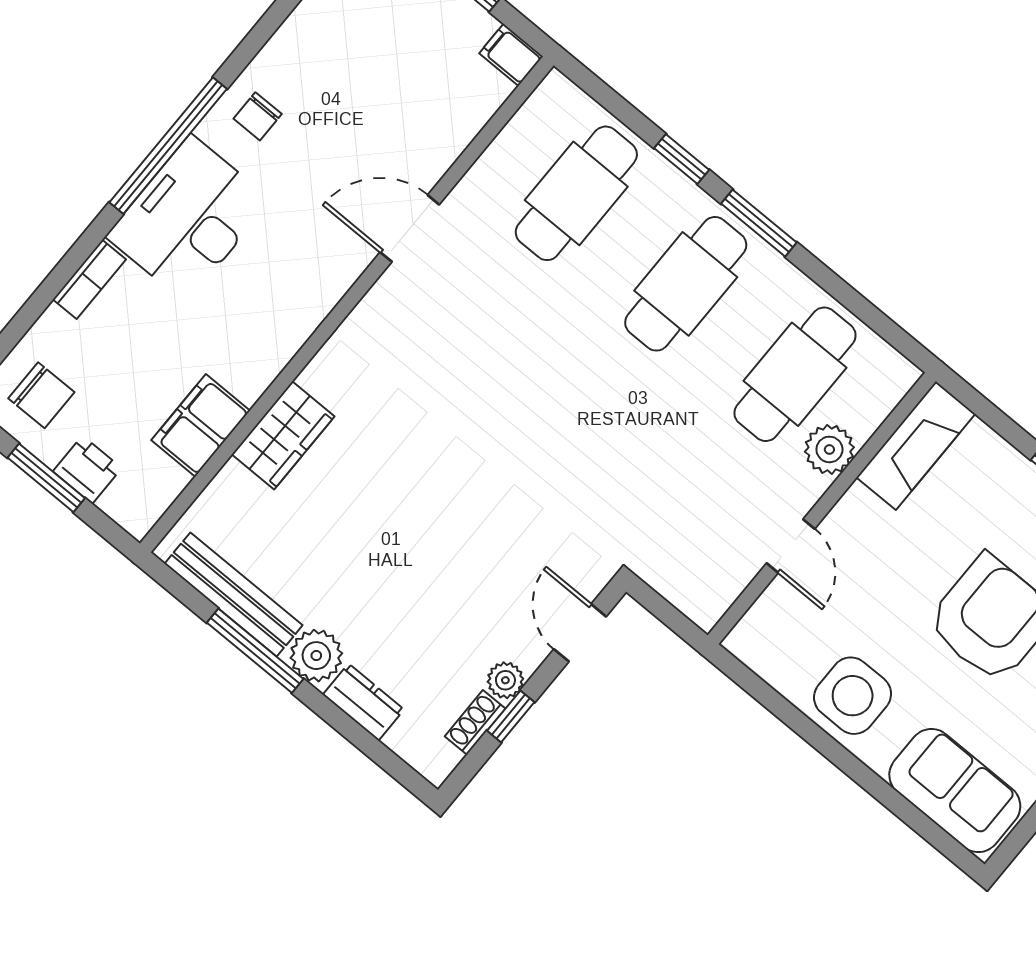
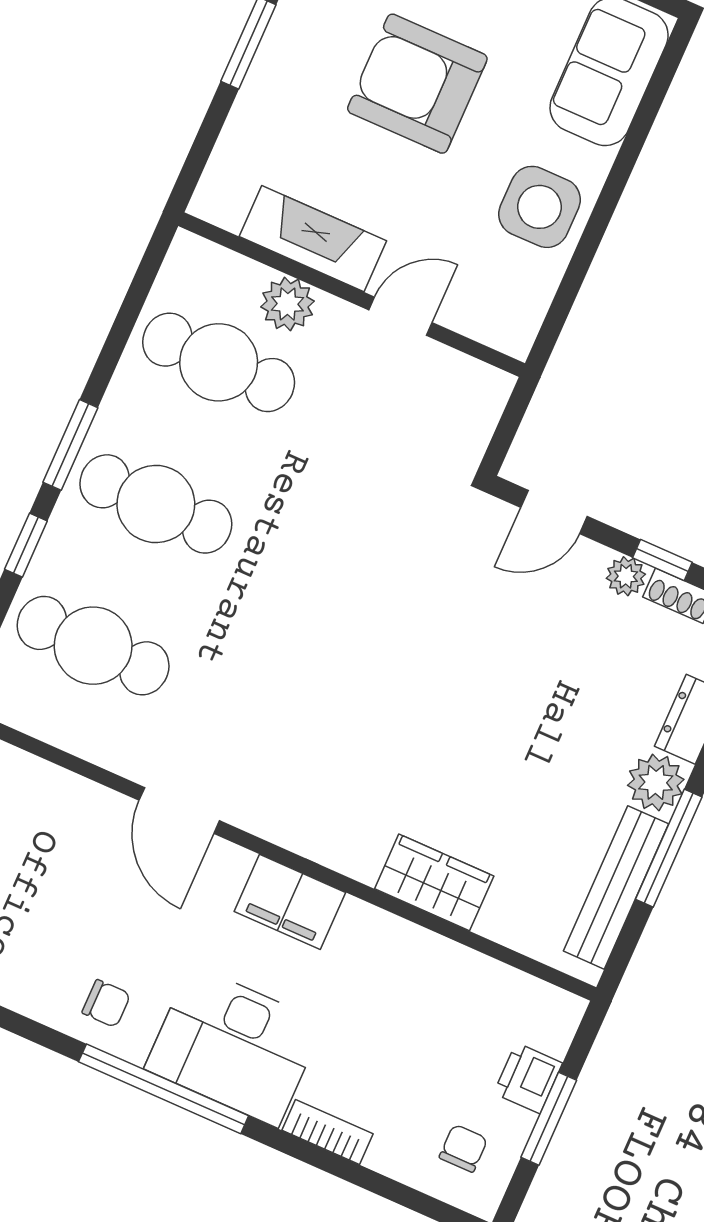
chair: (41, 395) -> (463, 1148), width x0.73, depth x0.73
filing cabinet: (201, 425) -> (290, 902), moved
fireplace: (916, 446) -> (313, 239), moved

